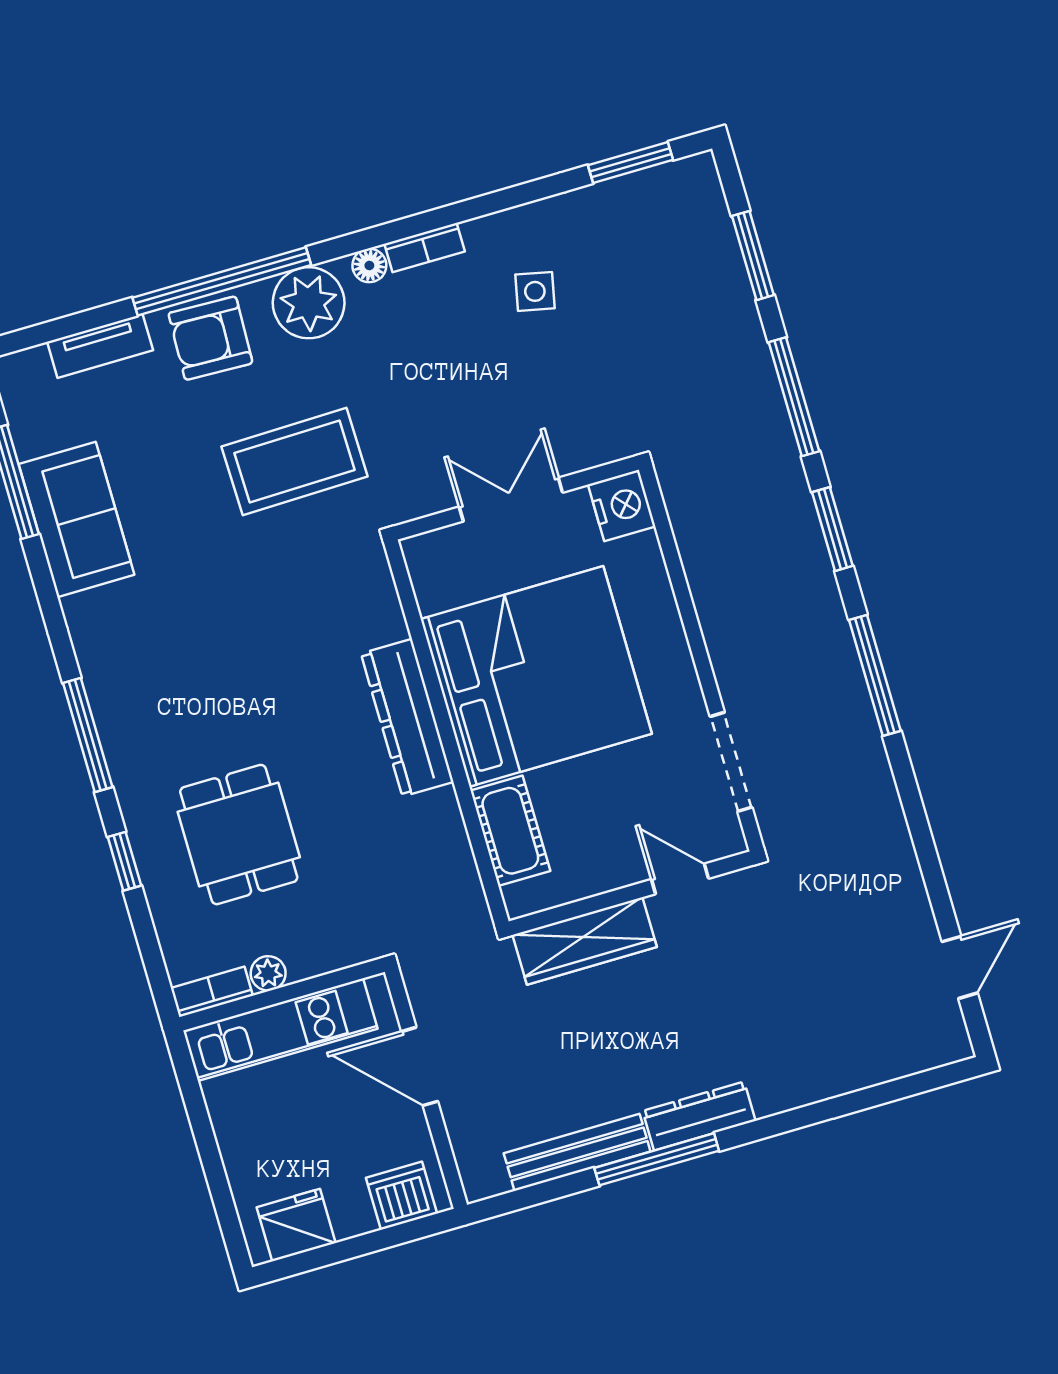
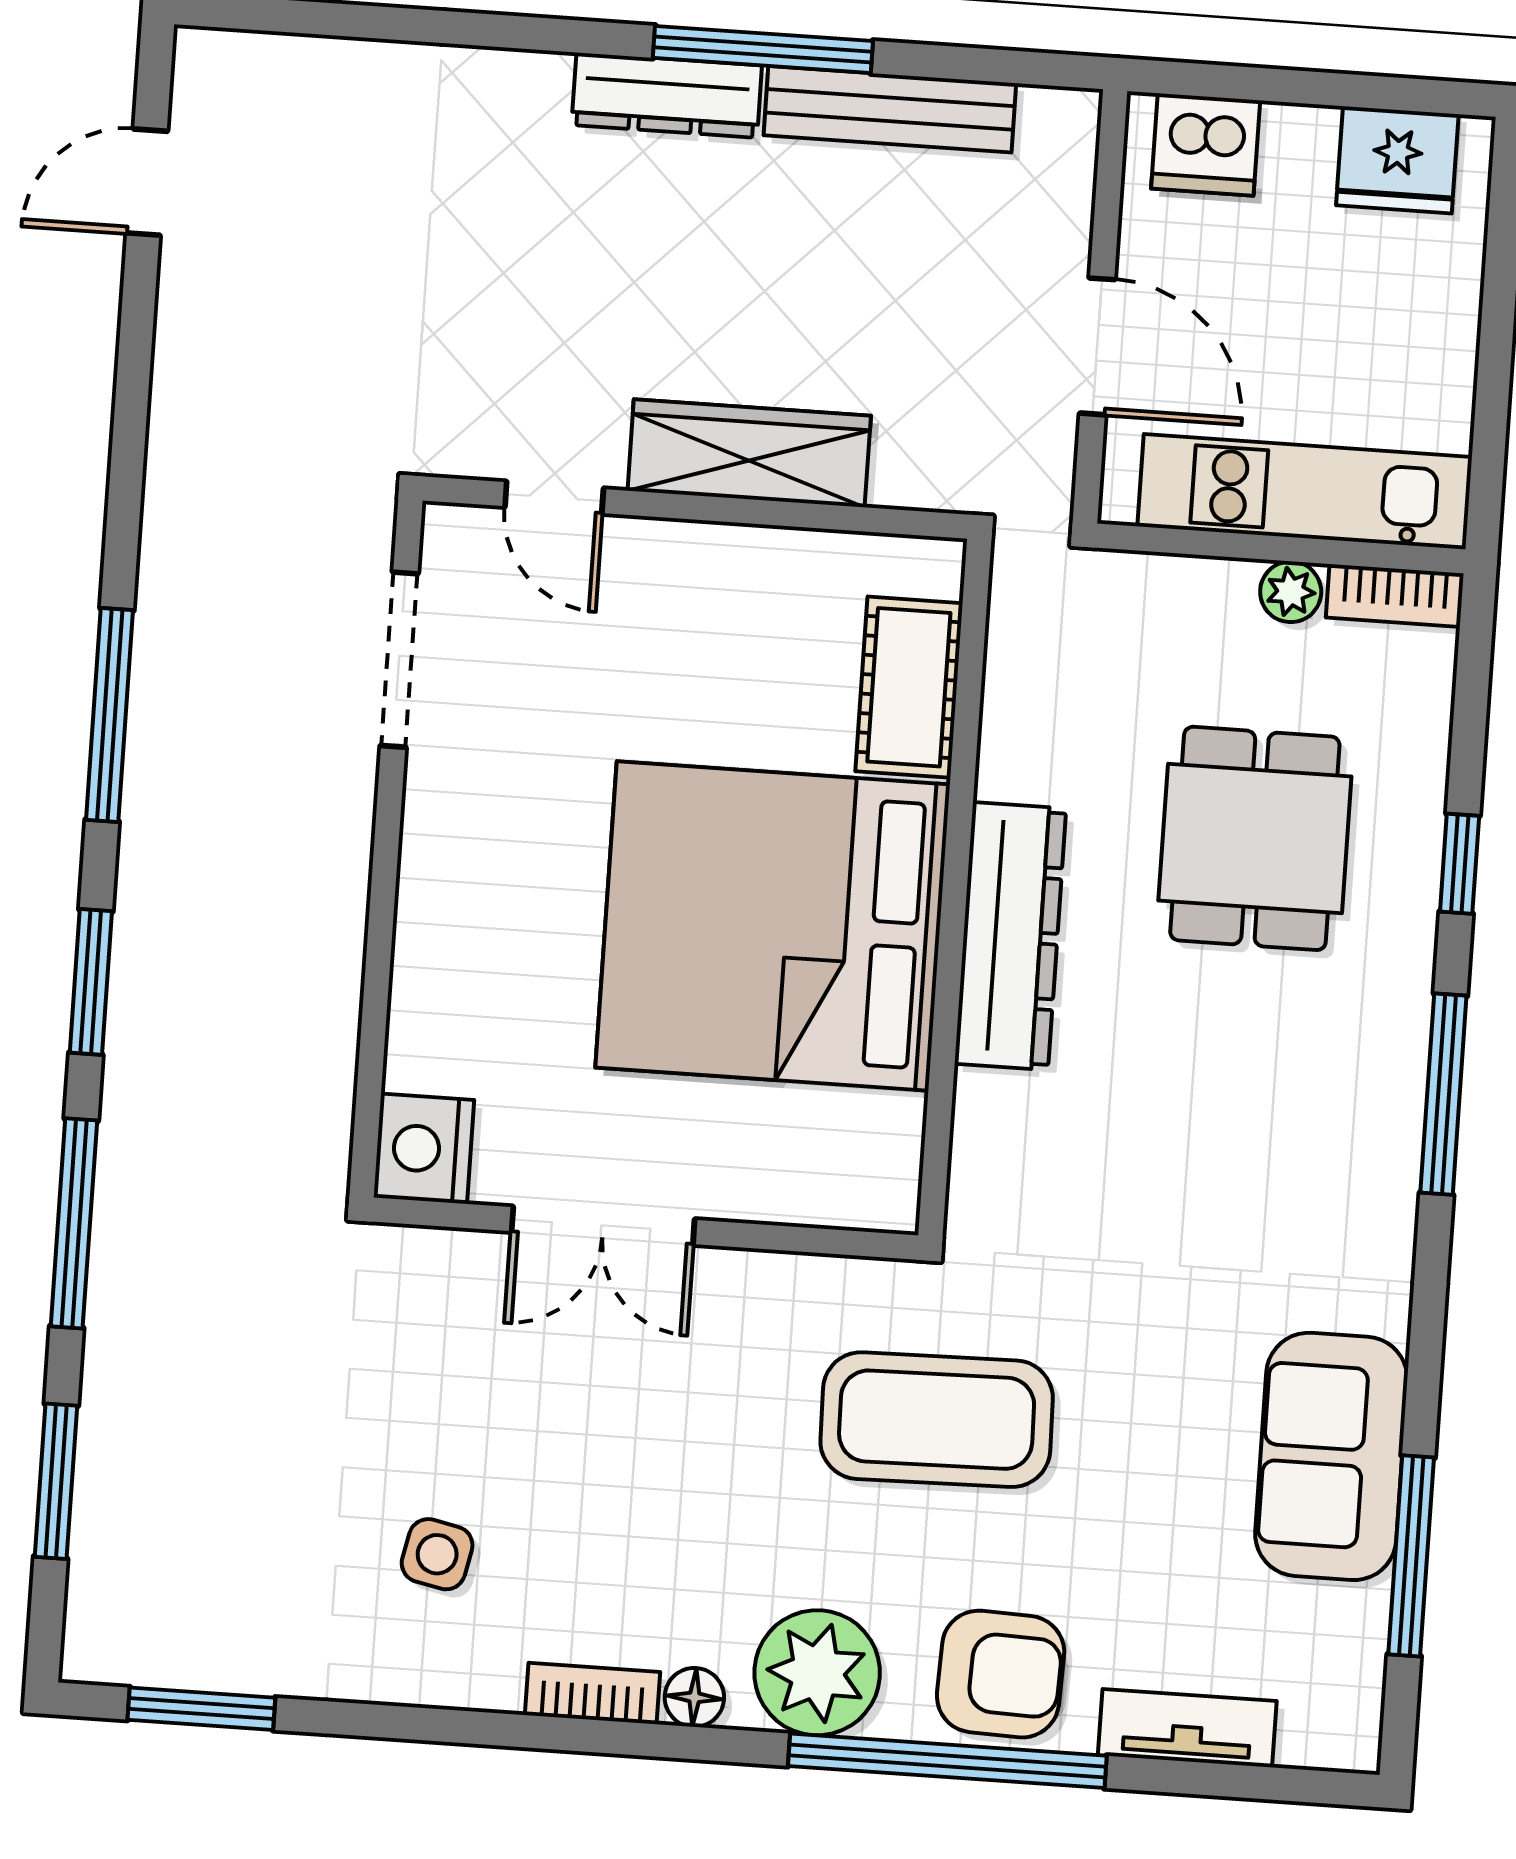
bed: (536, 676) -> (773, 926), moved
dresser: (407, 718) -> (1010, 936), moved
wall: (446, 733) -> (955, 888), moved
cot: (510, 831) -> (909, 687), moved

